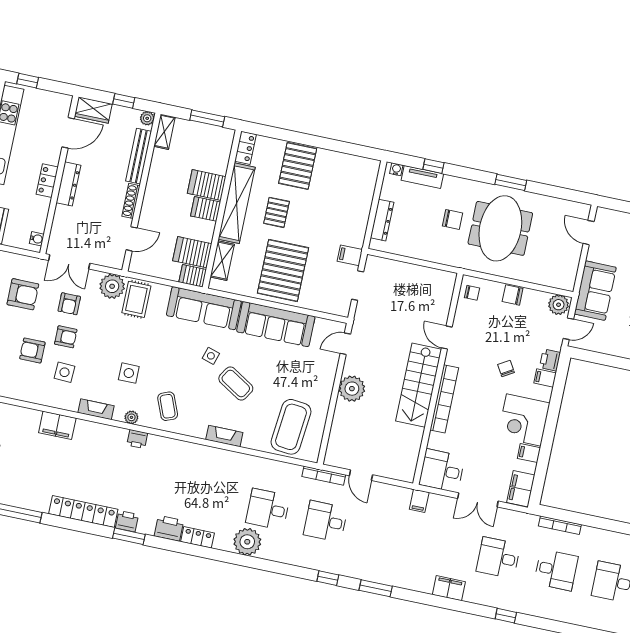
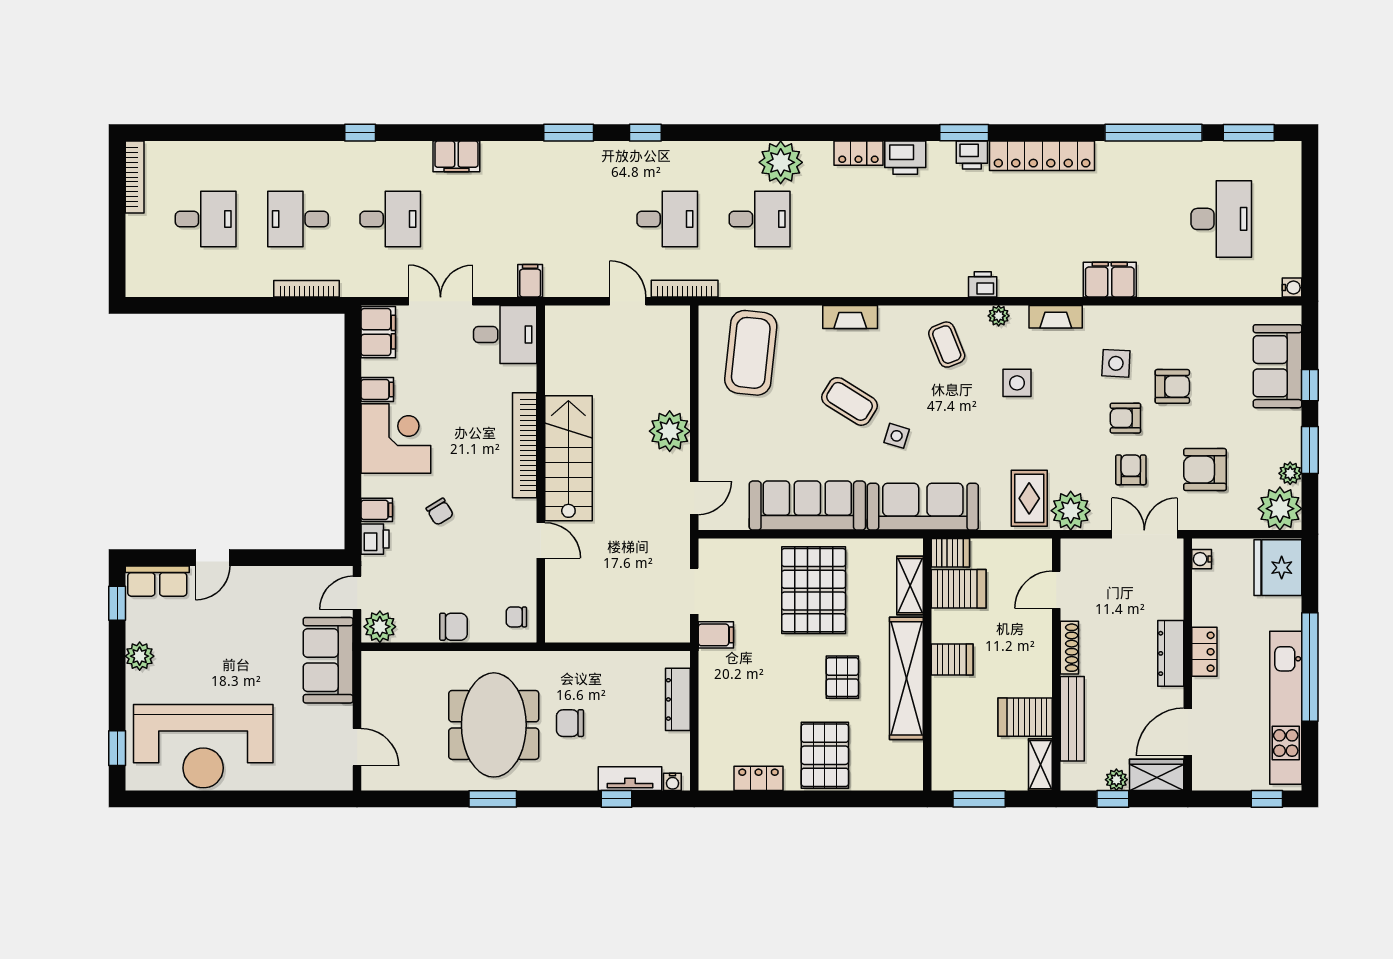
plant: (147, 118) -> (1116, 780), moved
locker: (245, 148) -> (759, 778), moved, turned 90
server rack: (207, 185) -> (1025, 717), moved, turned 180

